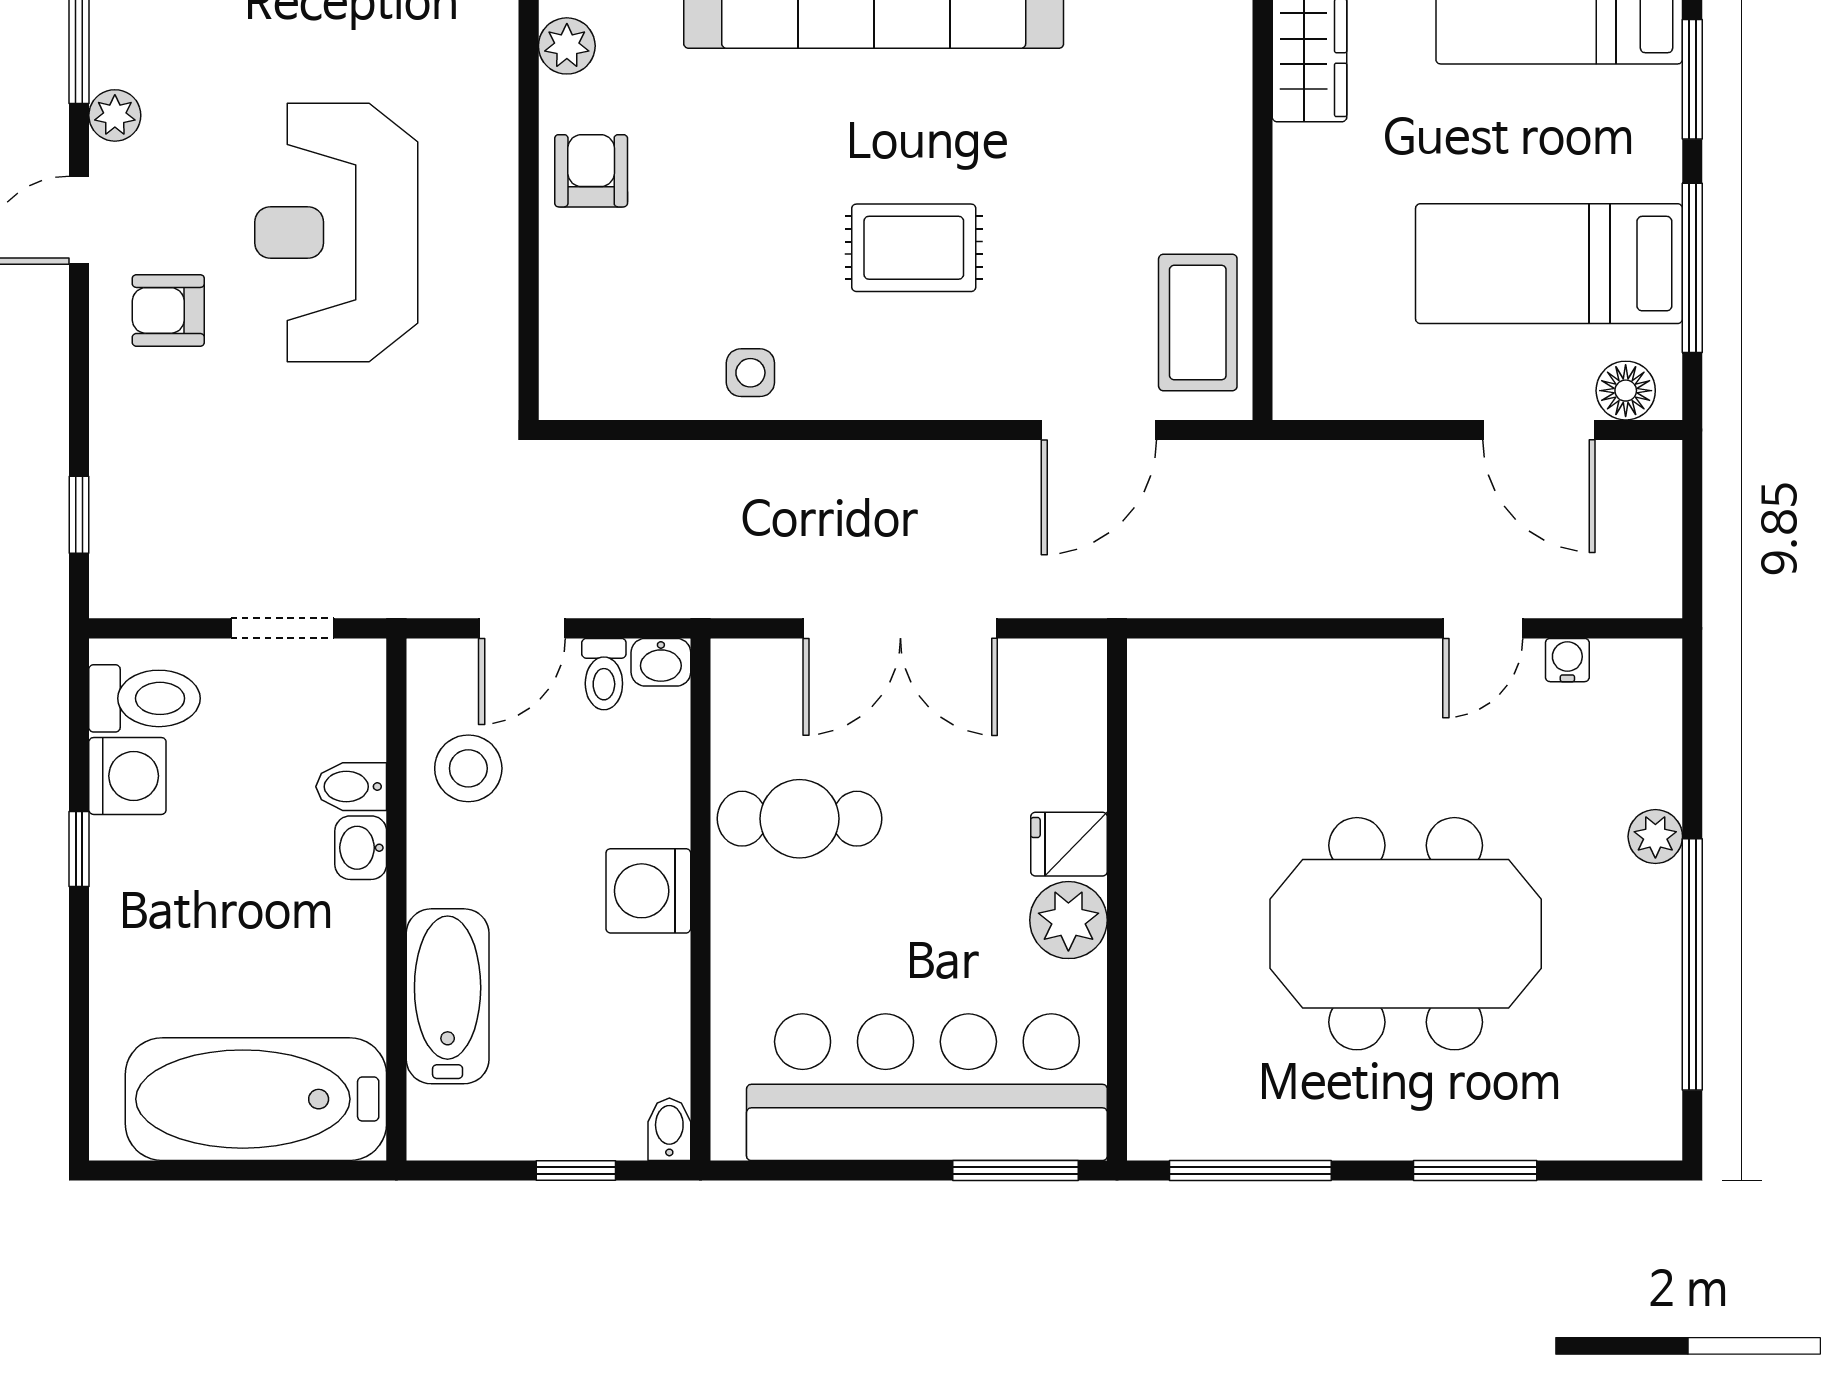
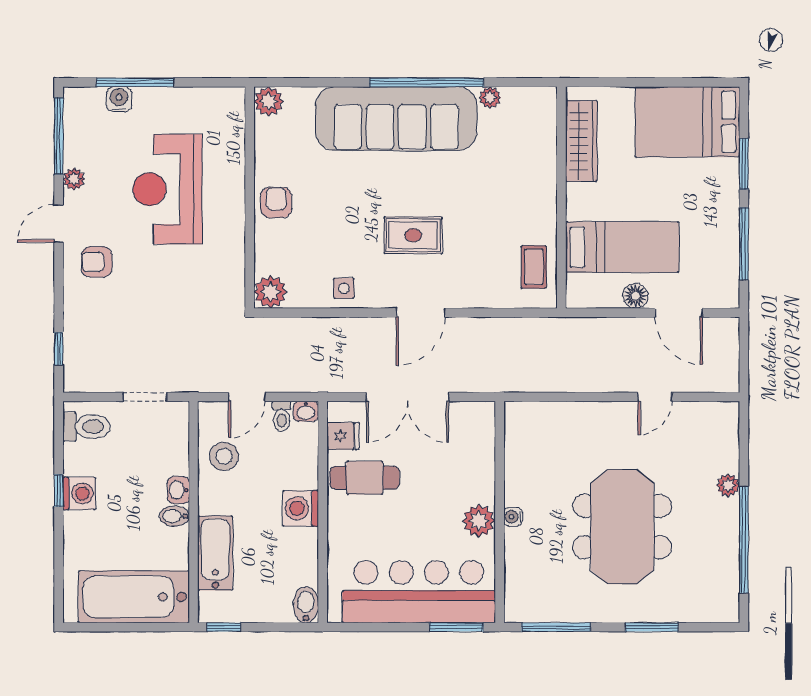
plant: (567, 46) -> (270, 292), moved, width x1.38, depth x1.38
reception desk: (336, 232) -> (167, 189), moved
bed: (1549, 264) -> (622, 247), moved, turned 180
coffee table: (1198, 323) -> (534, 267), width x0.73, depth x0.77
floor lamp: (1626, 391) -> (635, 296), moved
door: (1099, 430) -> (421, 313), moved
water cooler: (1567, 660) -> (513, 517), moved, turned -90
washing machine: (127, 776) -> (79, 493), moved
bidet: (351, 787) -> (174, 516), moved
fridge: (1069, 844) -> (343, 436), moved, turned 180
meeting table: (1406, 934) -> (622, 527), turned 90
bidet: (669, 1129) -> (306, 605), width x1.38, depth x1.36
window: (576, 1170) -> (224, 627), moved

